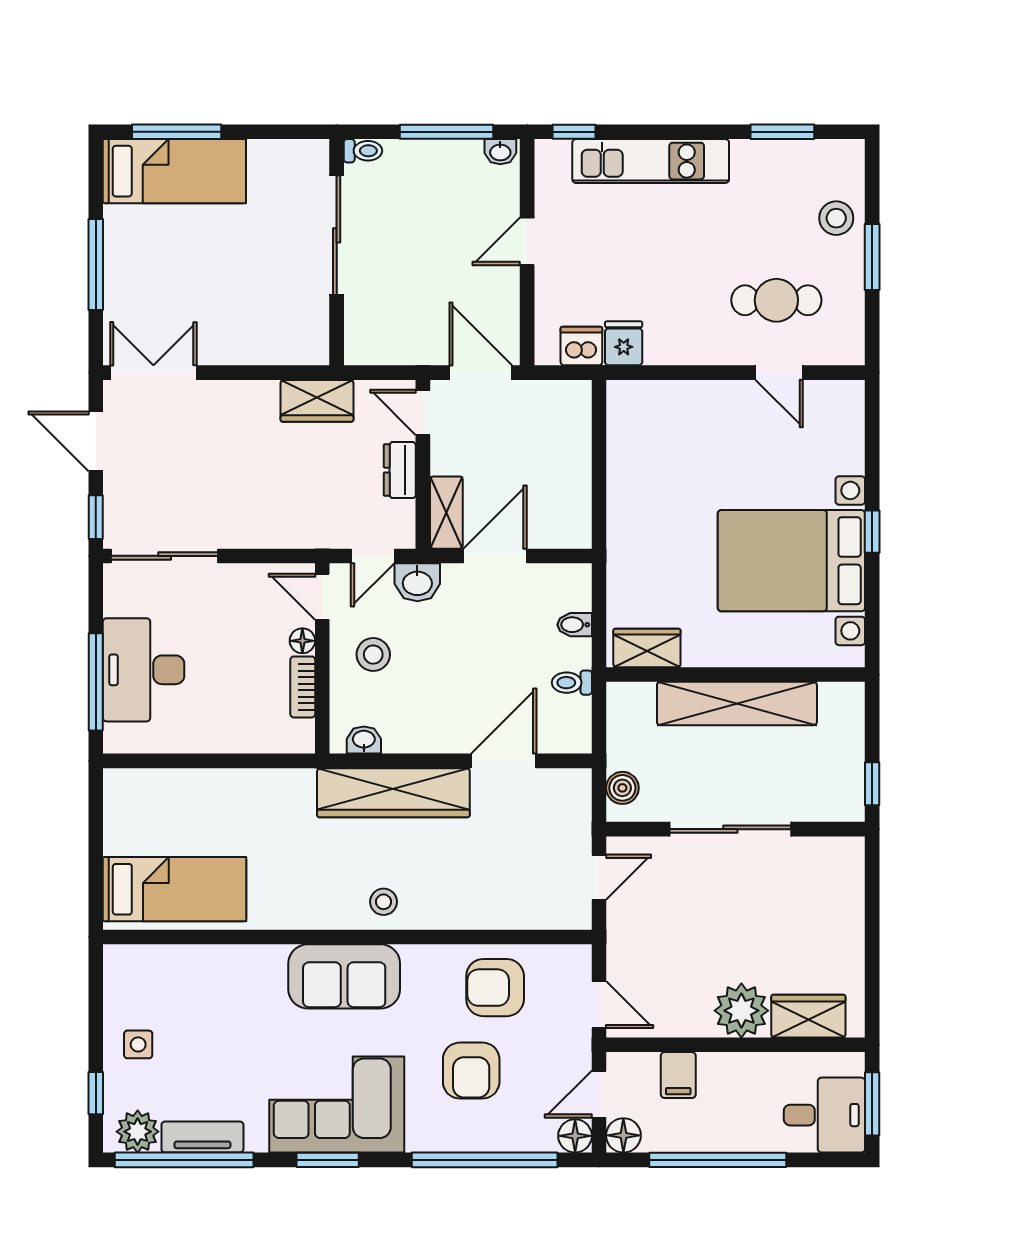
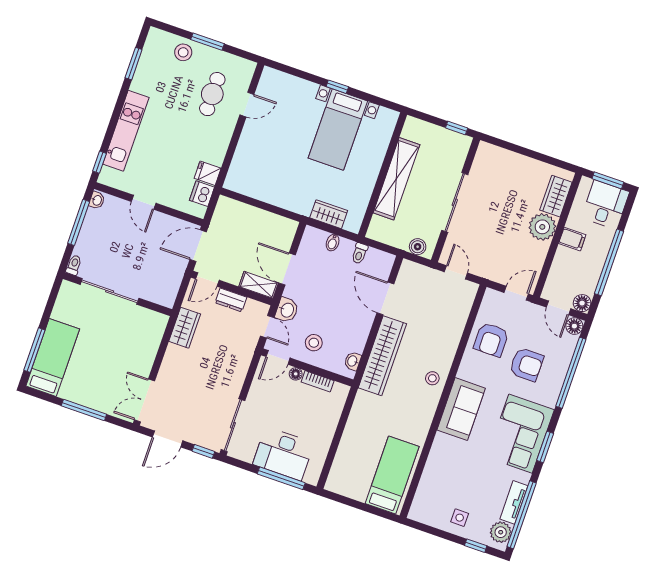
bed with nightstands: (791, 561) -> (338, 130), width x0.73
wardrobe: (647, 648) -> (329, 214), moved, turned 90
filing cabinet: (678, 1075) -> (572, 239), moved

